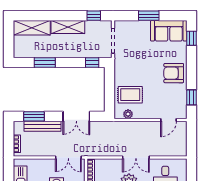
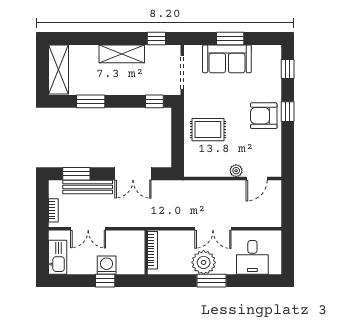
shelving: (32, 28) -> (58, 70), moved, turned 90
sofa: (169, 31) -> (227, 59), moved
rug: (130, 95) -> (208, 130), moved
window: (192, 97) -> (288, 112), moved
plant: (128, 114) -> (236, 171), moved
double door: (68, 157) -> (88, 229), moved

